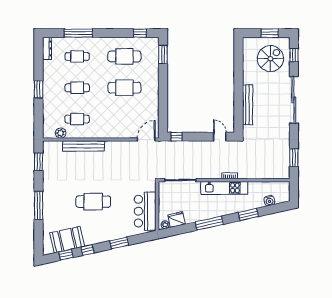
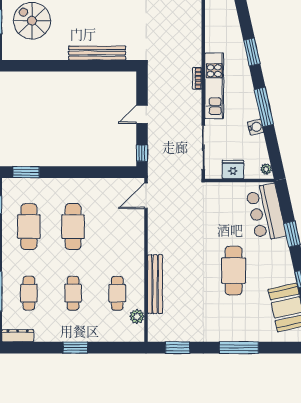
door: (220, 137) -> (142, 114), moved
door: (146, 140) -> (146, 196), hinge flipped
water cooler: (269, 201) -> (256, 127), moved
bar counter: (145, 211) -> (266, 212), moved, turned 78
fridge: (177, 219) -> (233, 170), moved, turned 102

